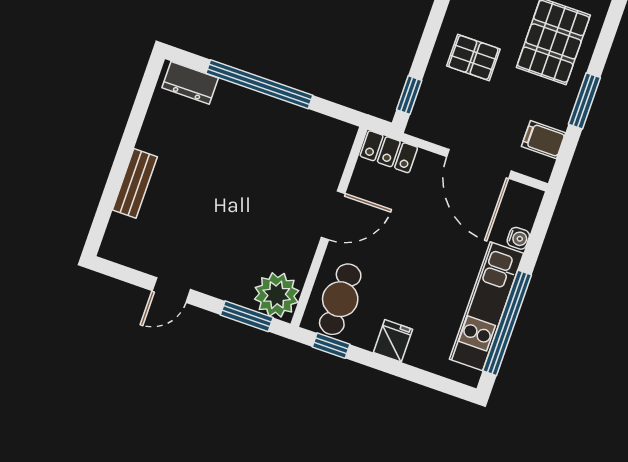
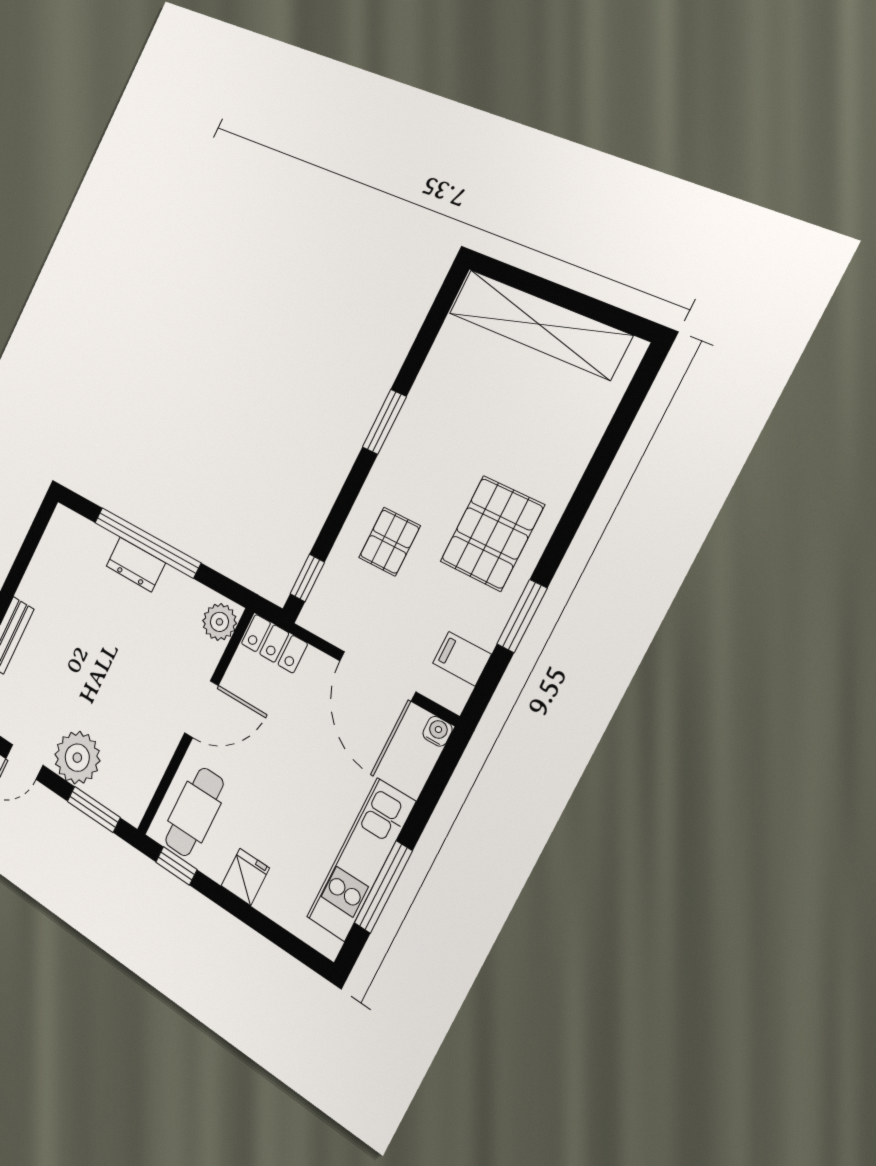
pallet: (473, 58) -> (390, 542), turned 90
dresser: (190, 83) -> (136, 564), moved
plant: (338, 141) -> (219, 622), added
water cooler: (518, 238) -> (438, 731), moved, turned -90
plant: (277, 295) -> (77, 758), moved
window: (507, 323) -> (383, 887), width x0.68

